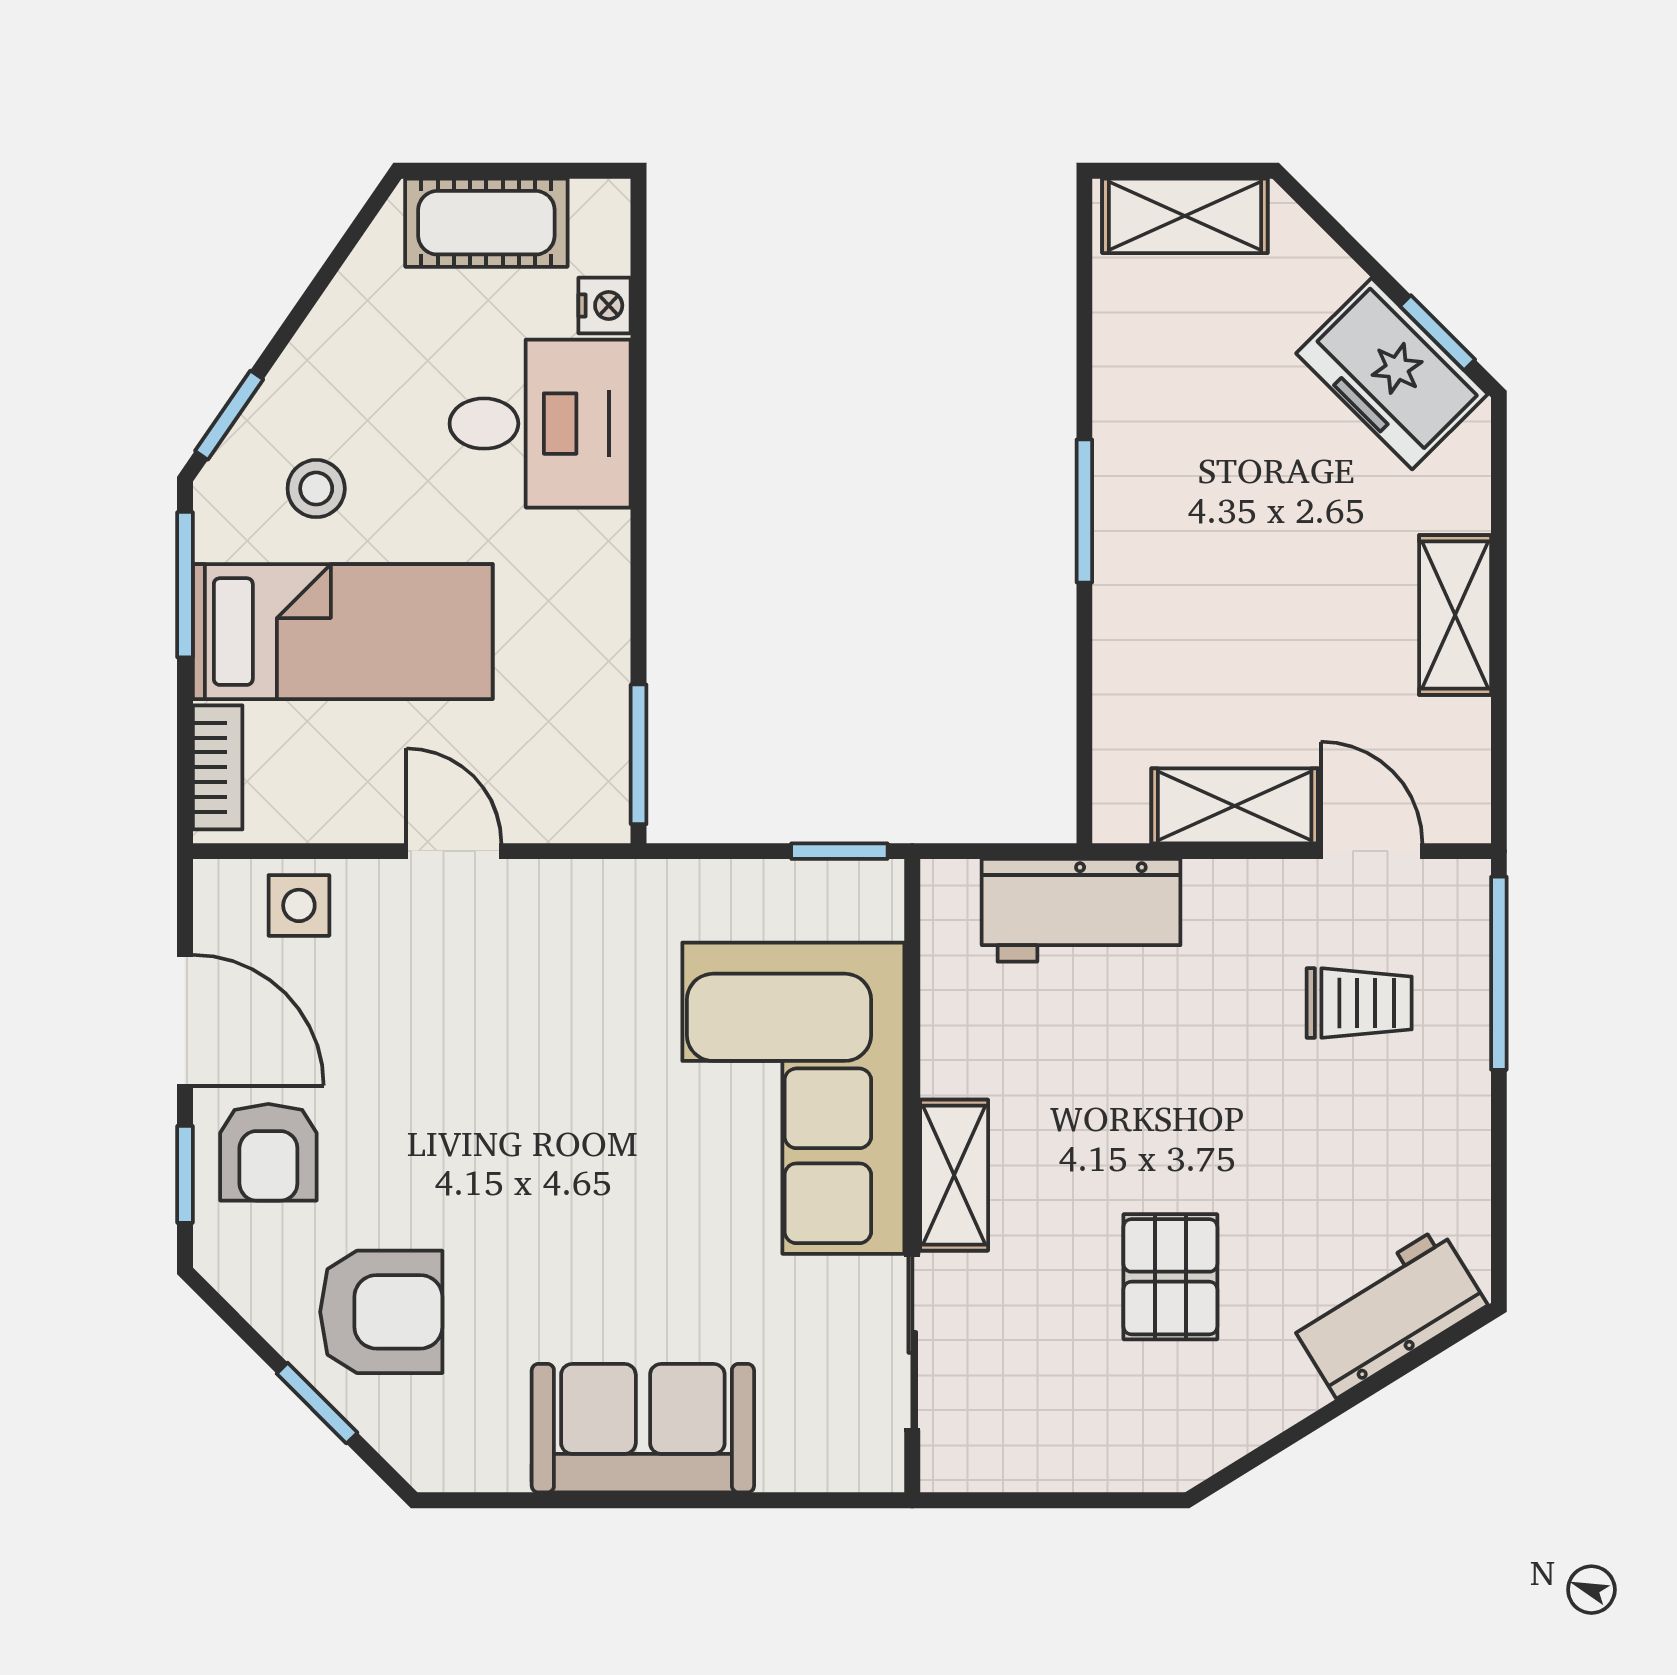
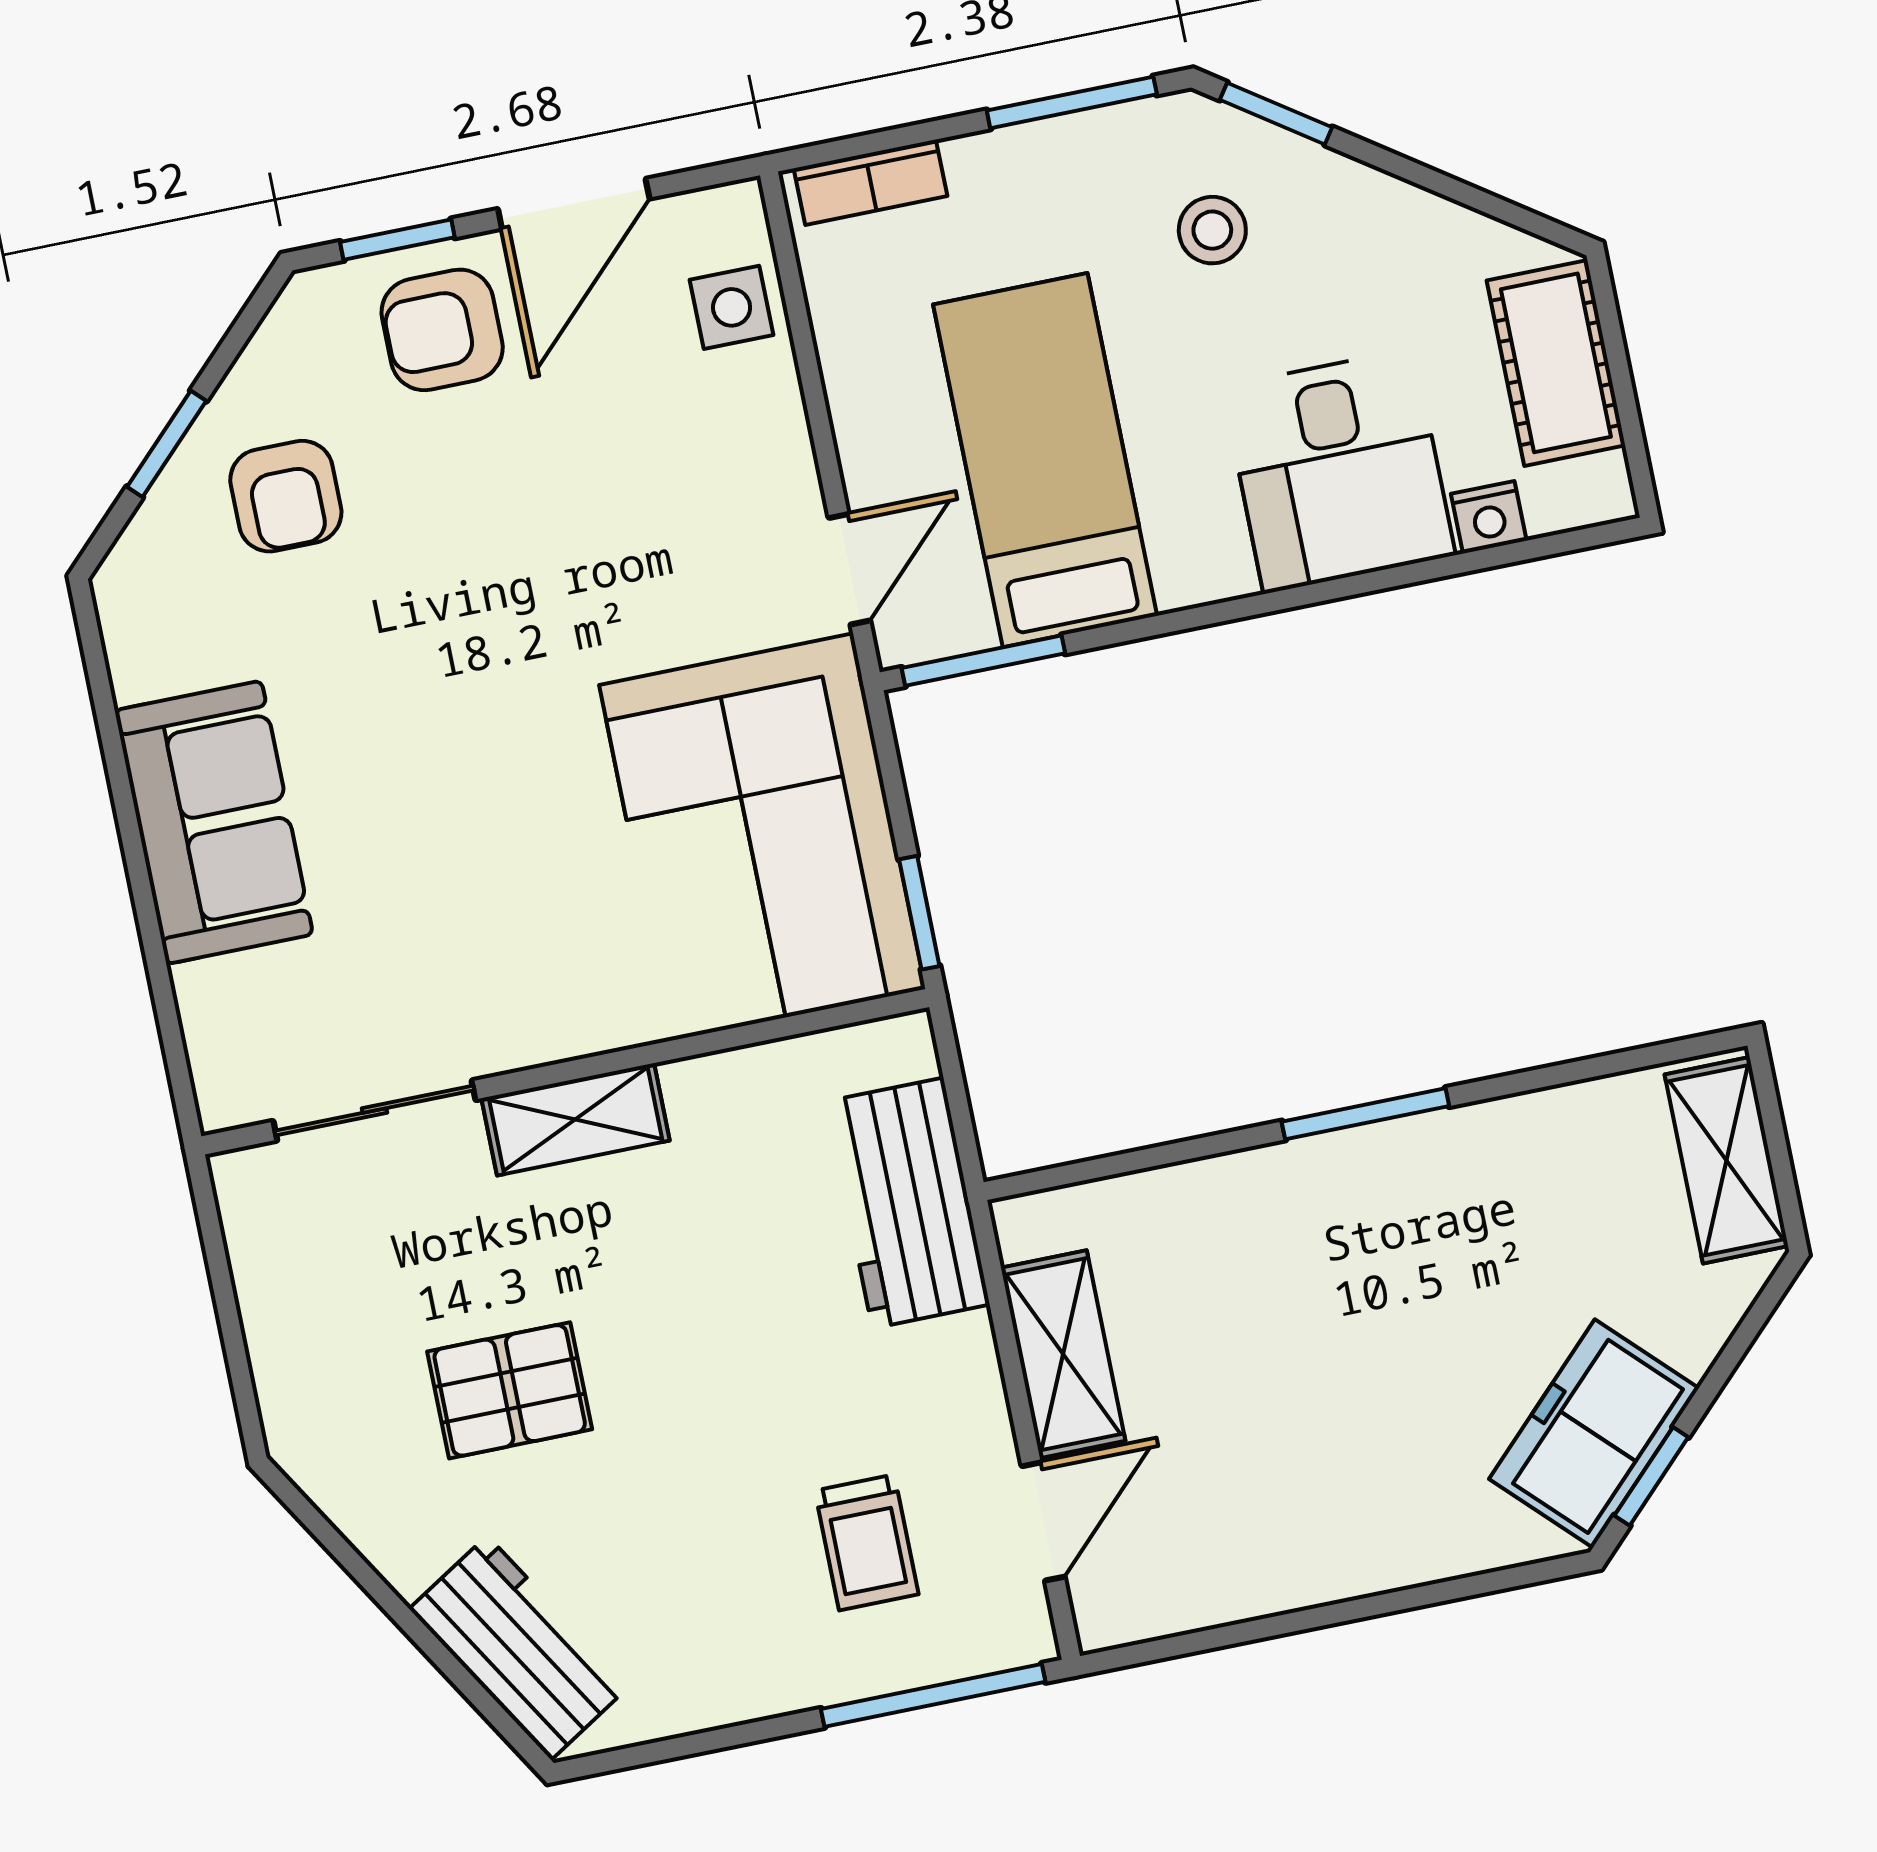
shelving: (1455, 615) -> (1333, 1562), removed
bed: (343, 632) -> (1045, 460), moved, turned 180
door: (454, 851) -> (849, 569), moved
corner sofa: (793, 1098) -> (762, 837), moved, turned -90
armchair: (381, 1312) -> (286, 496), width x0.72, depth x0.72

